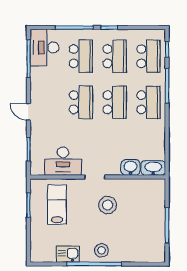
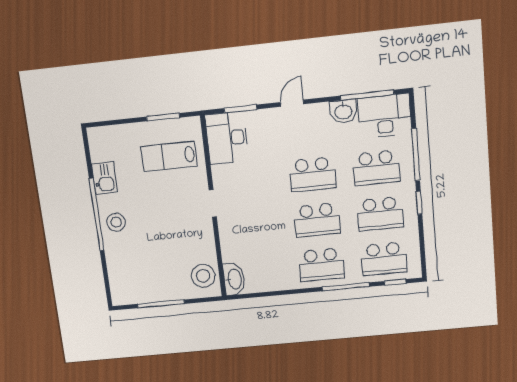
desk: (63, 161) -> (227, 138), moved
washbasin: (131, 167) -> (343, 111), moved, turned 90
lab bench: (57, 205) -> (169, 156), turned 180
stool: (108, 205) -> (203, 276), moved

